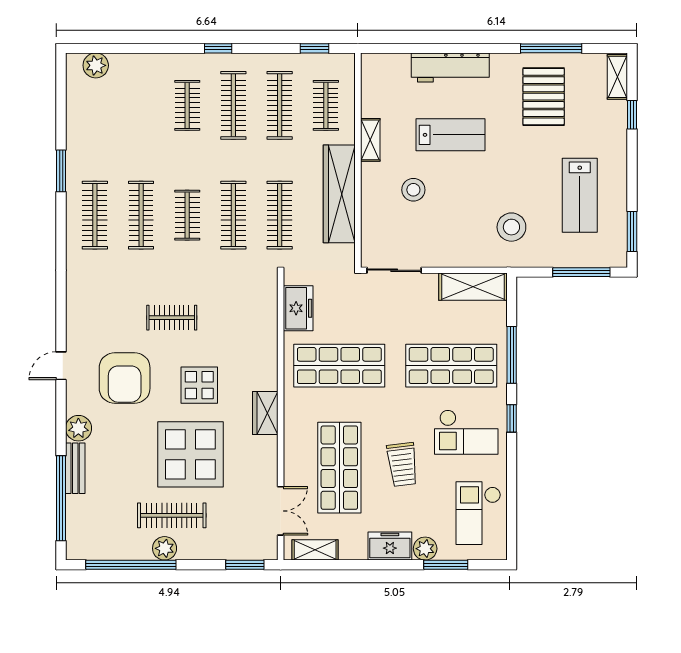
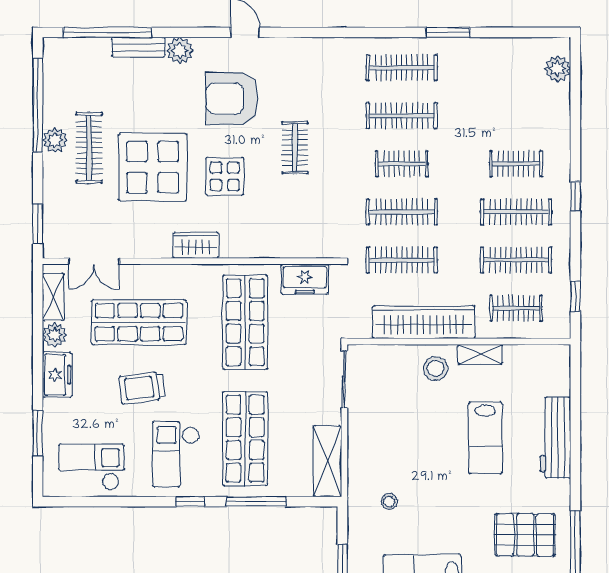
stool: (413, 190) -> (436, 368), moved
stool: (511, 227) -> (389, 501), width x0.53, depth x0.53
plant: (425, 549) -> (55, 335), moved

